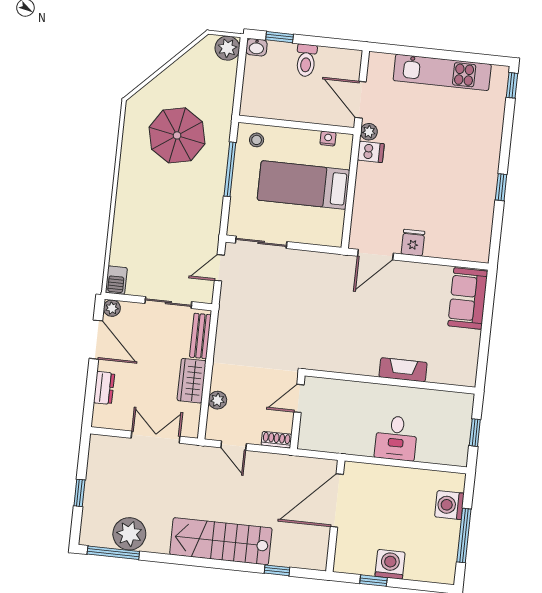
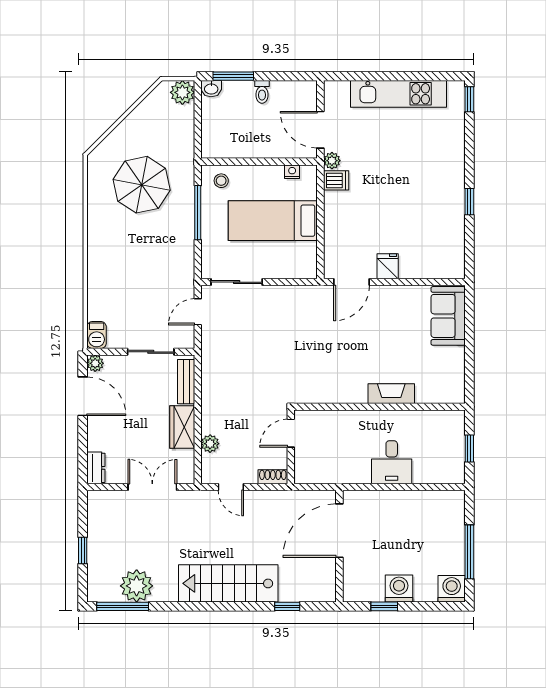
window: (280, 37) -> (233, 76), width x1.50
toilet: (306, 60) -> (262, 92), width x0.73, depth x0.72
dresser: (104, 388) -> (96, 468), moved
washing machine: (449, 505) -> (452, 589), moved, turned 90

